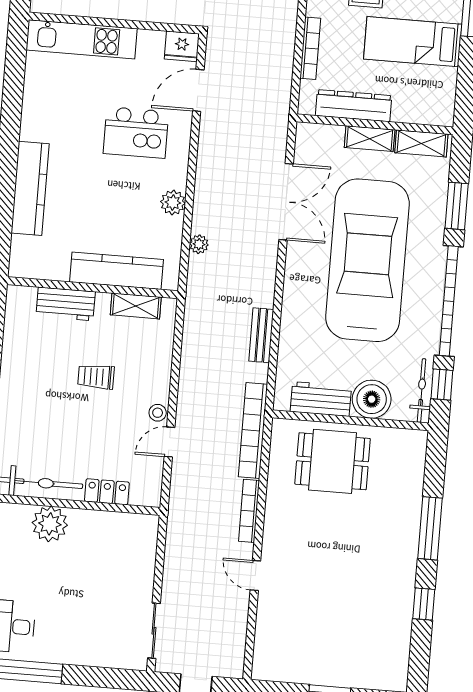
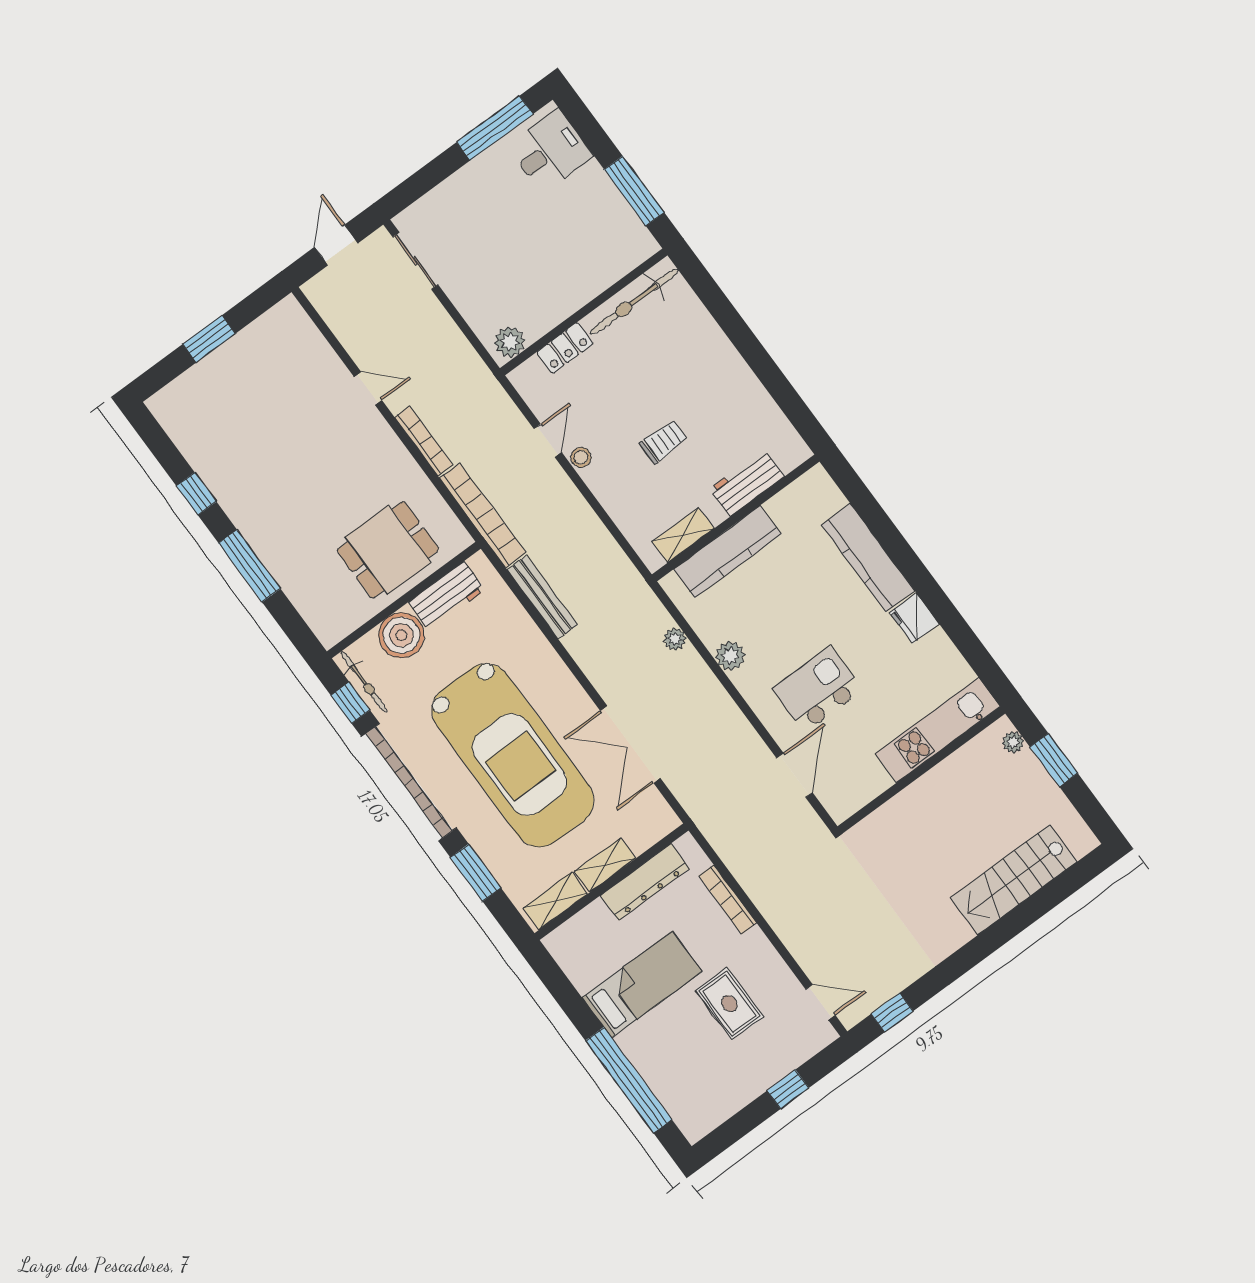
fridge: (182, 46) -> (914, 618), moved, turned -90
bench: (261, 335) -> (542, 597), width x1.36
plant: (50, 524) -> (510, 342), moved, width x0.73, depth x0.73

